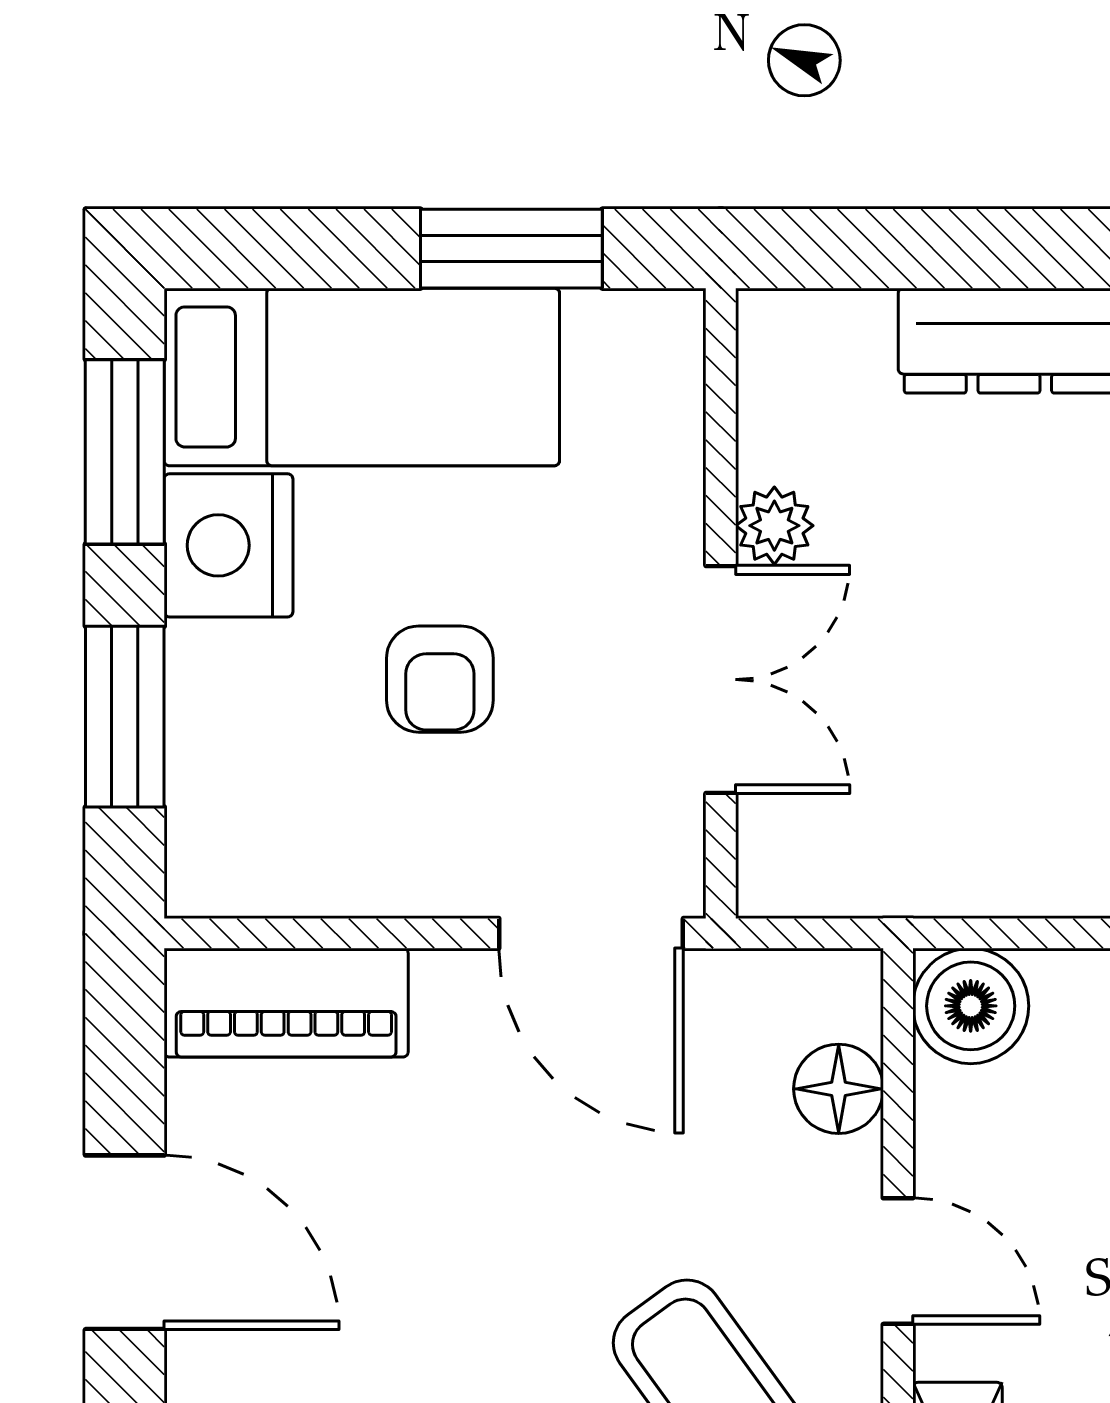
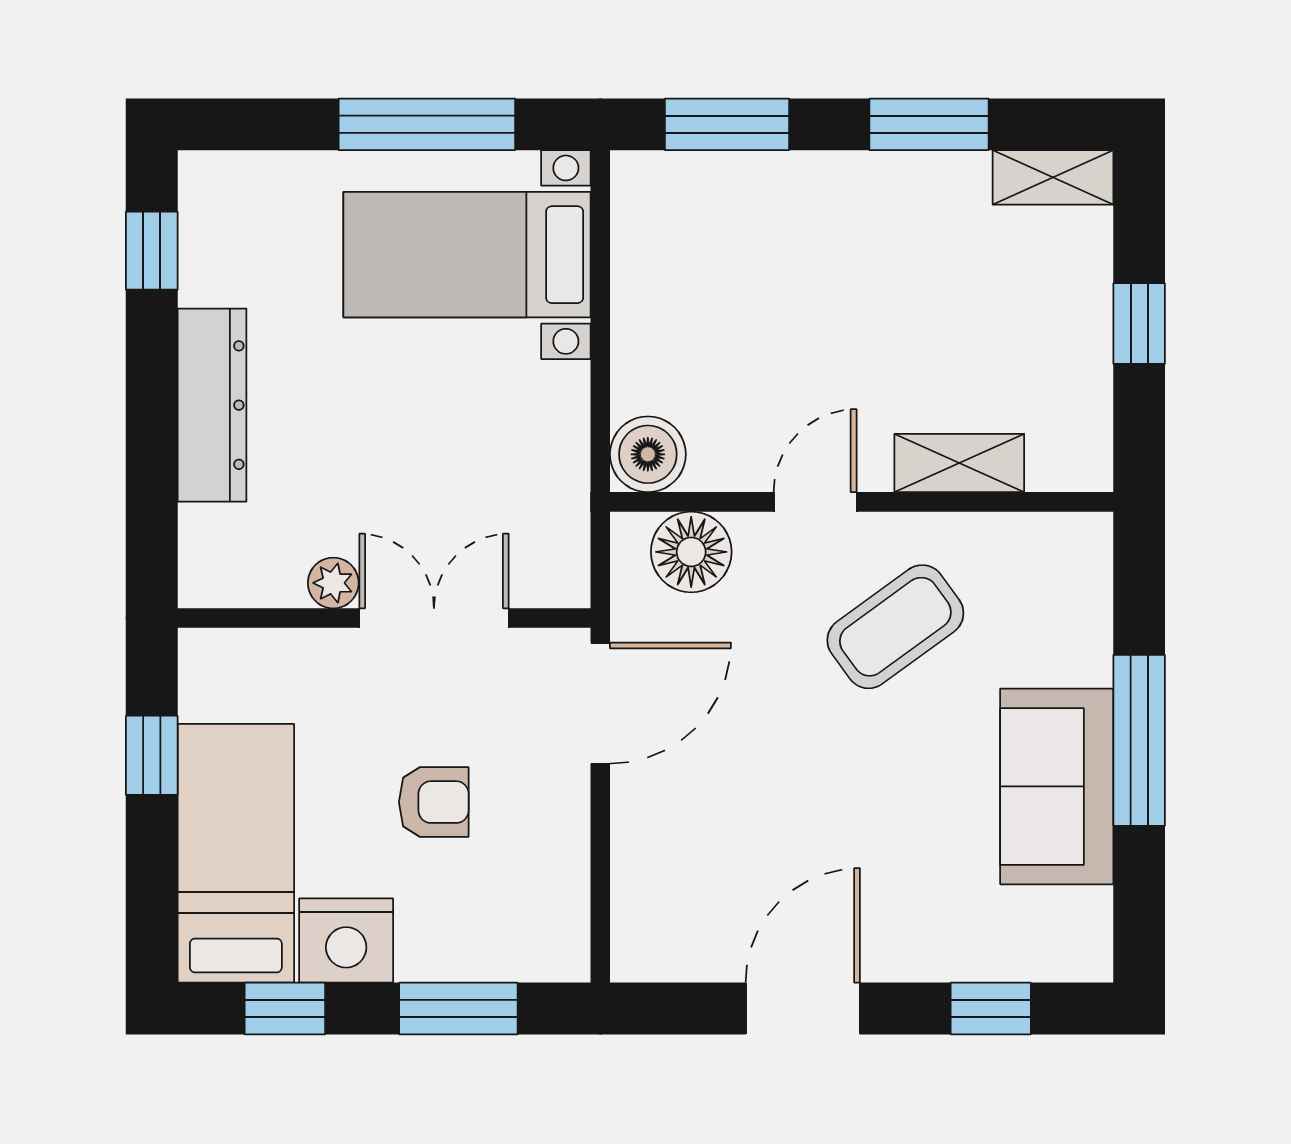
window: (511, 249) -> (152, 755), width x0.67
window: (125, 452) -> (285, 1008), width x0.67
piano: (286, 1003) -> (646, 903), removed
floor lamp: (839, 1089) -> (691, 552), width x1.38, depth x1.38

